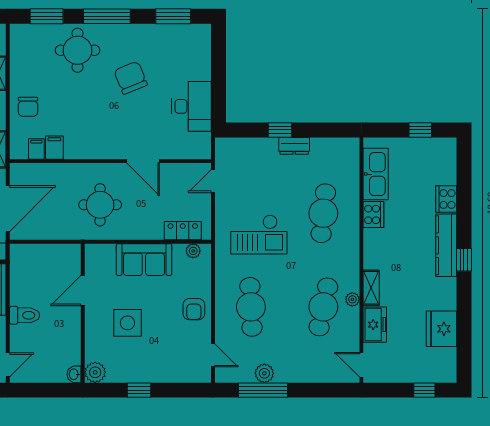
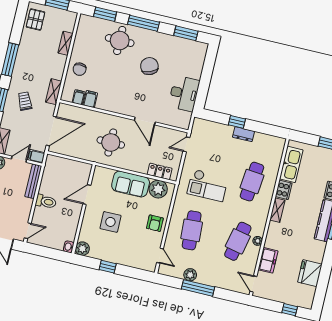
plant: (193, 251) -> (158, 189), width x1.87, depth x1.87
shelving: (371, 288) -> (277, 210), moved
window: (263, 390) -> (198, 288), moved

